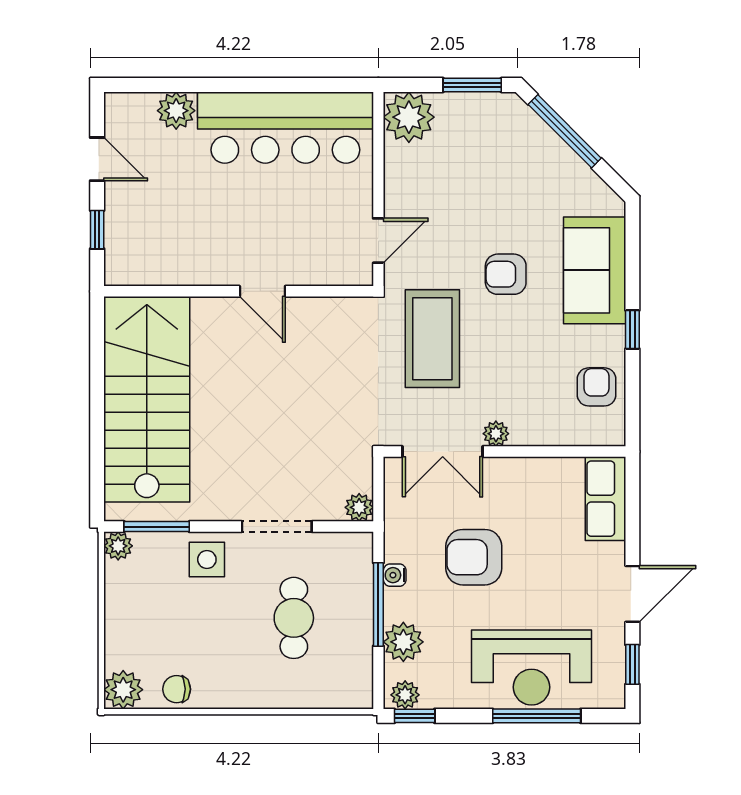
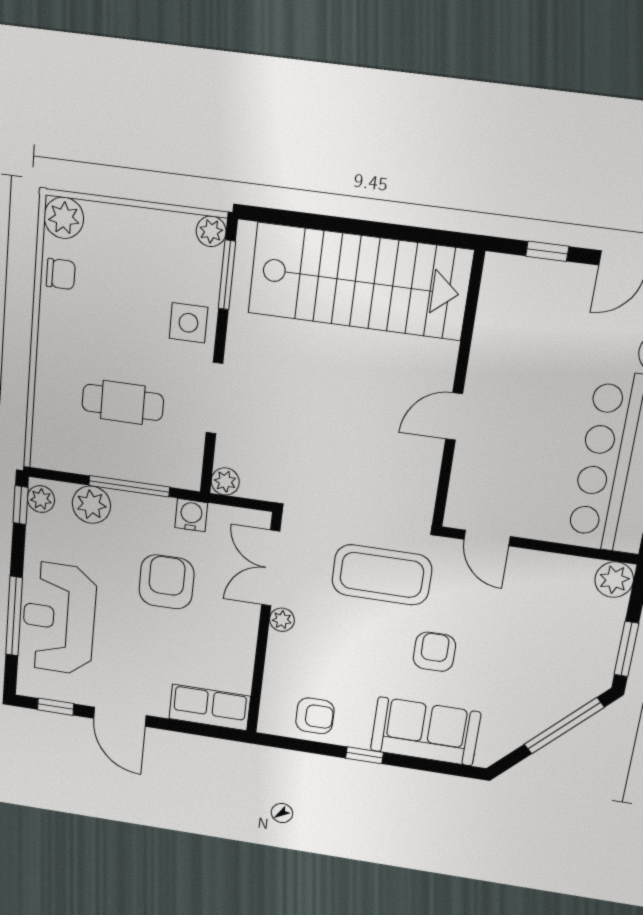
plant: (409, 117) -> (614, 580), width x0.73, depth x0.73
water cooler: (395, 575) -> (191, 515), moved, width x1.38, depth x1.38
chair: (177, 689) -> (61, 274), turned 90

